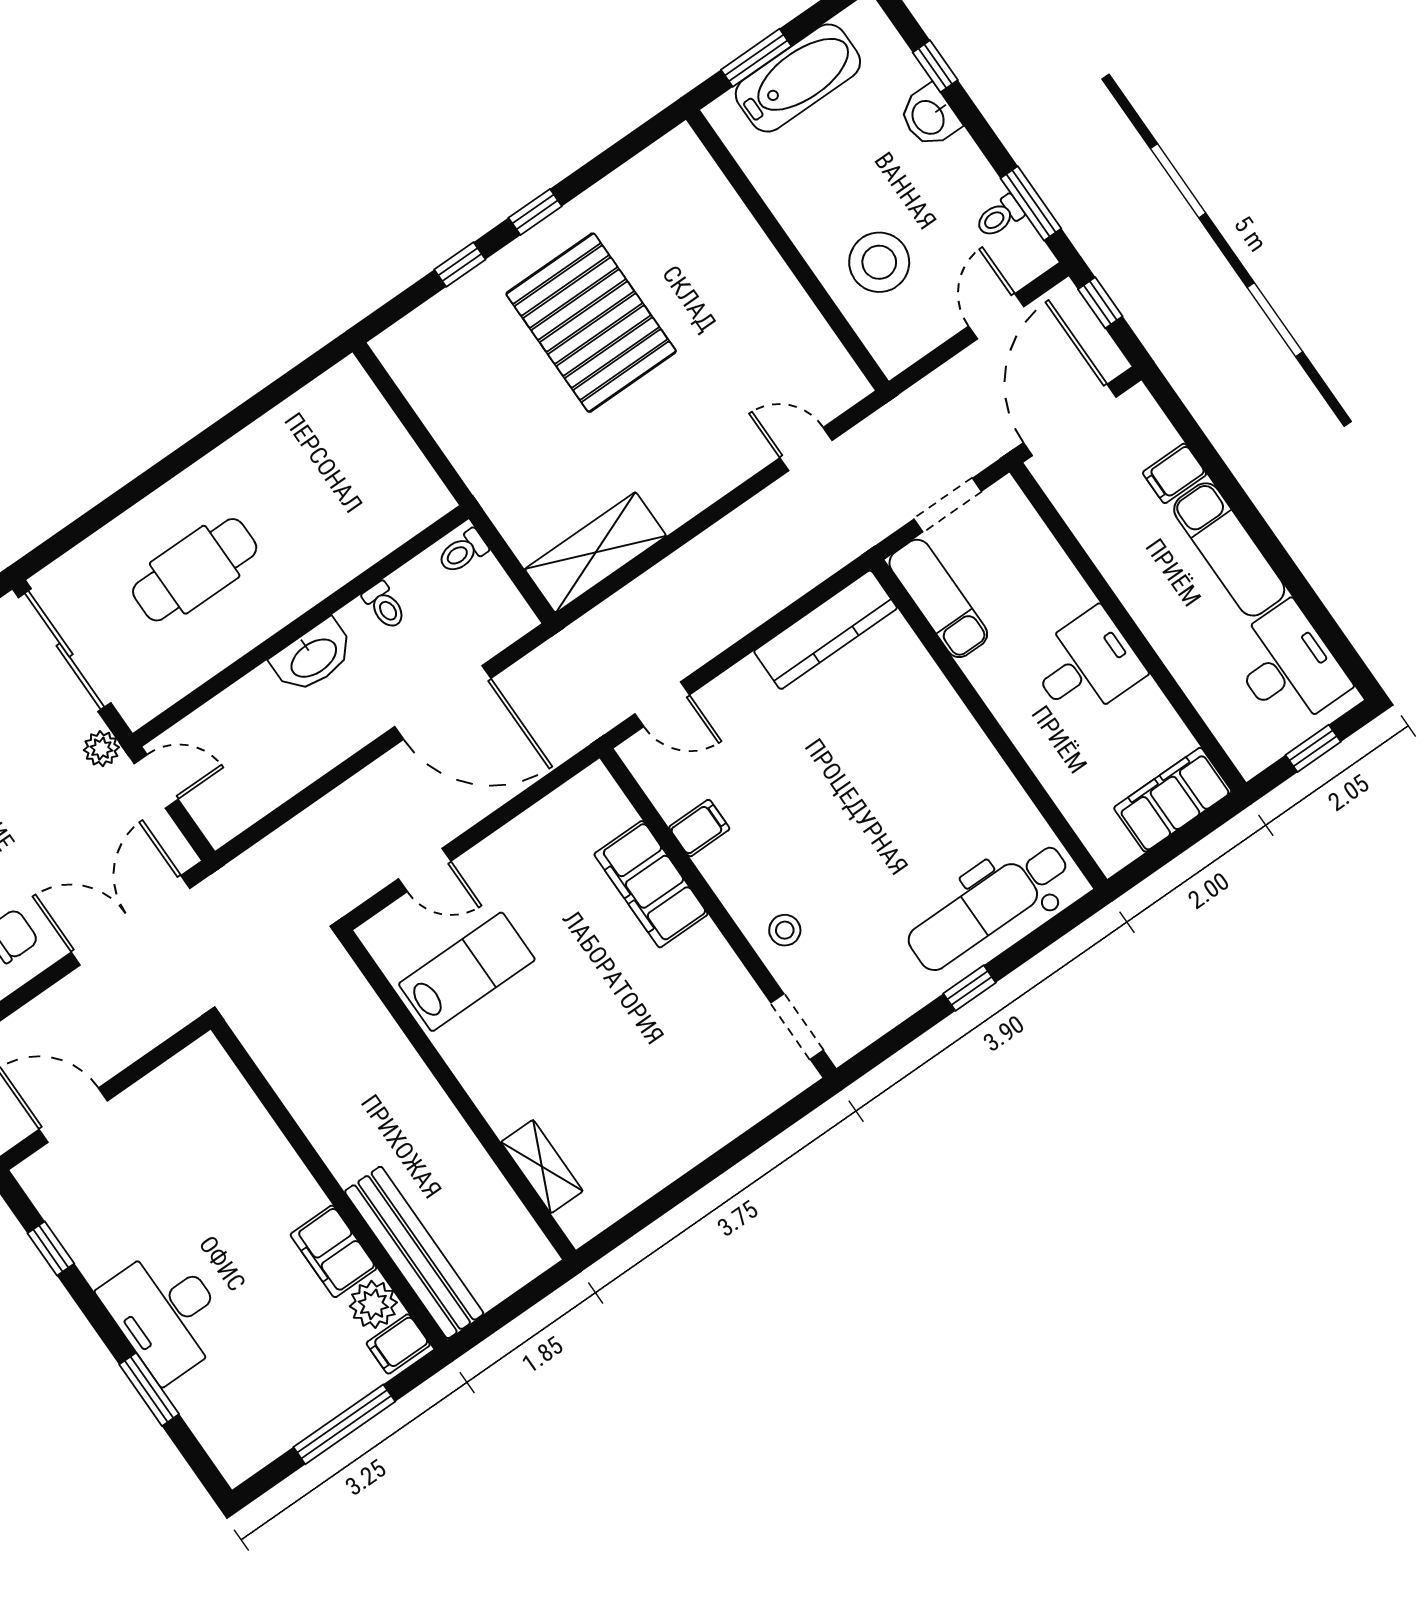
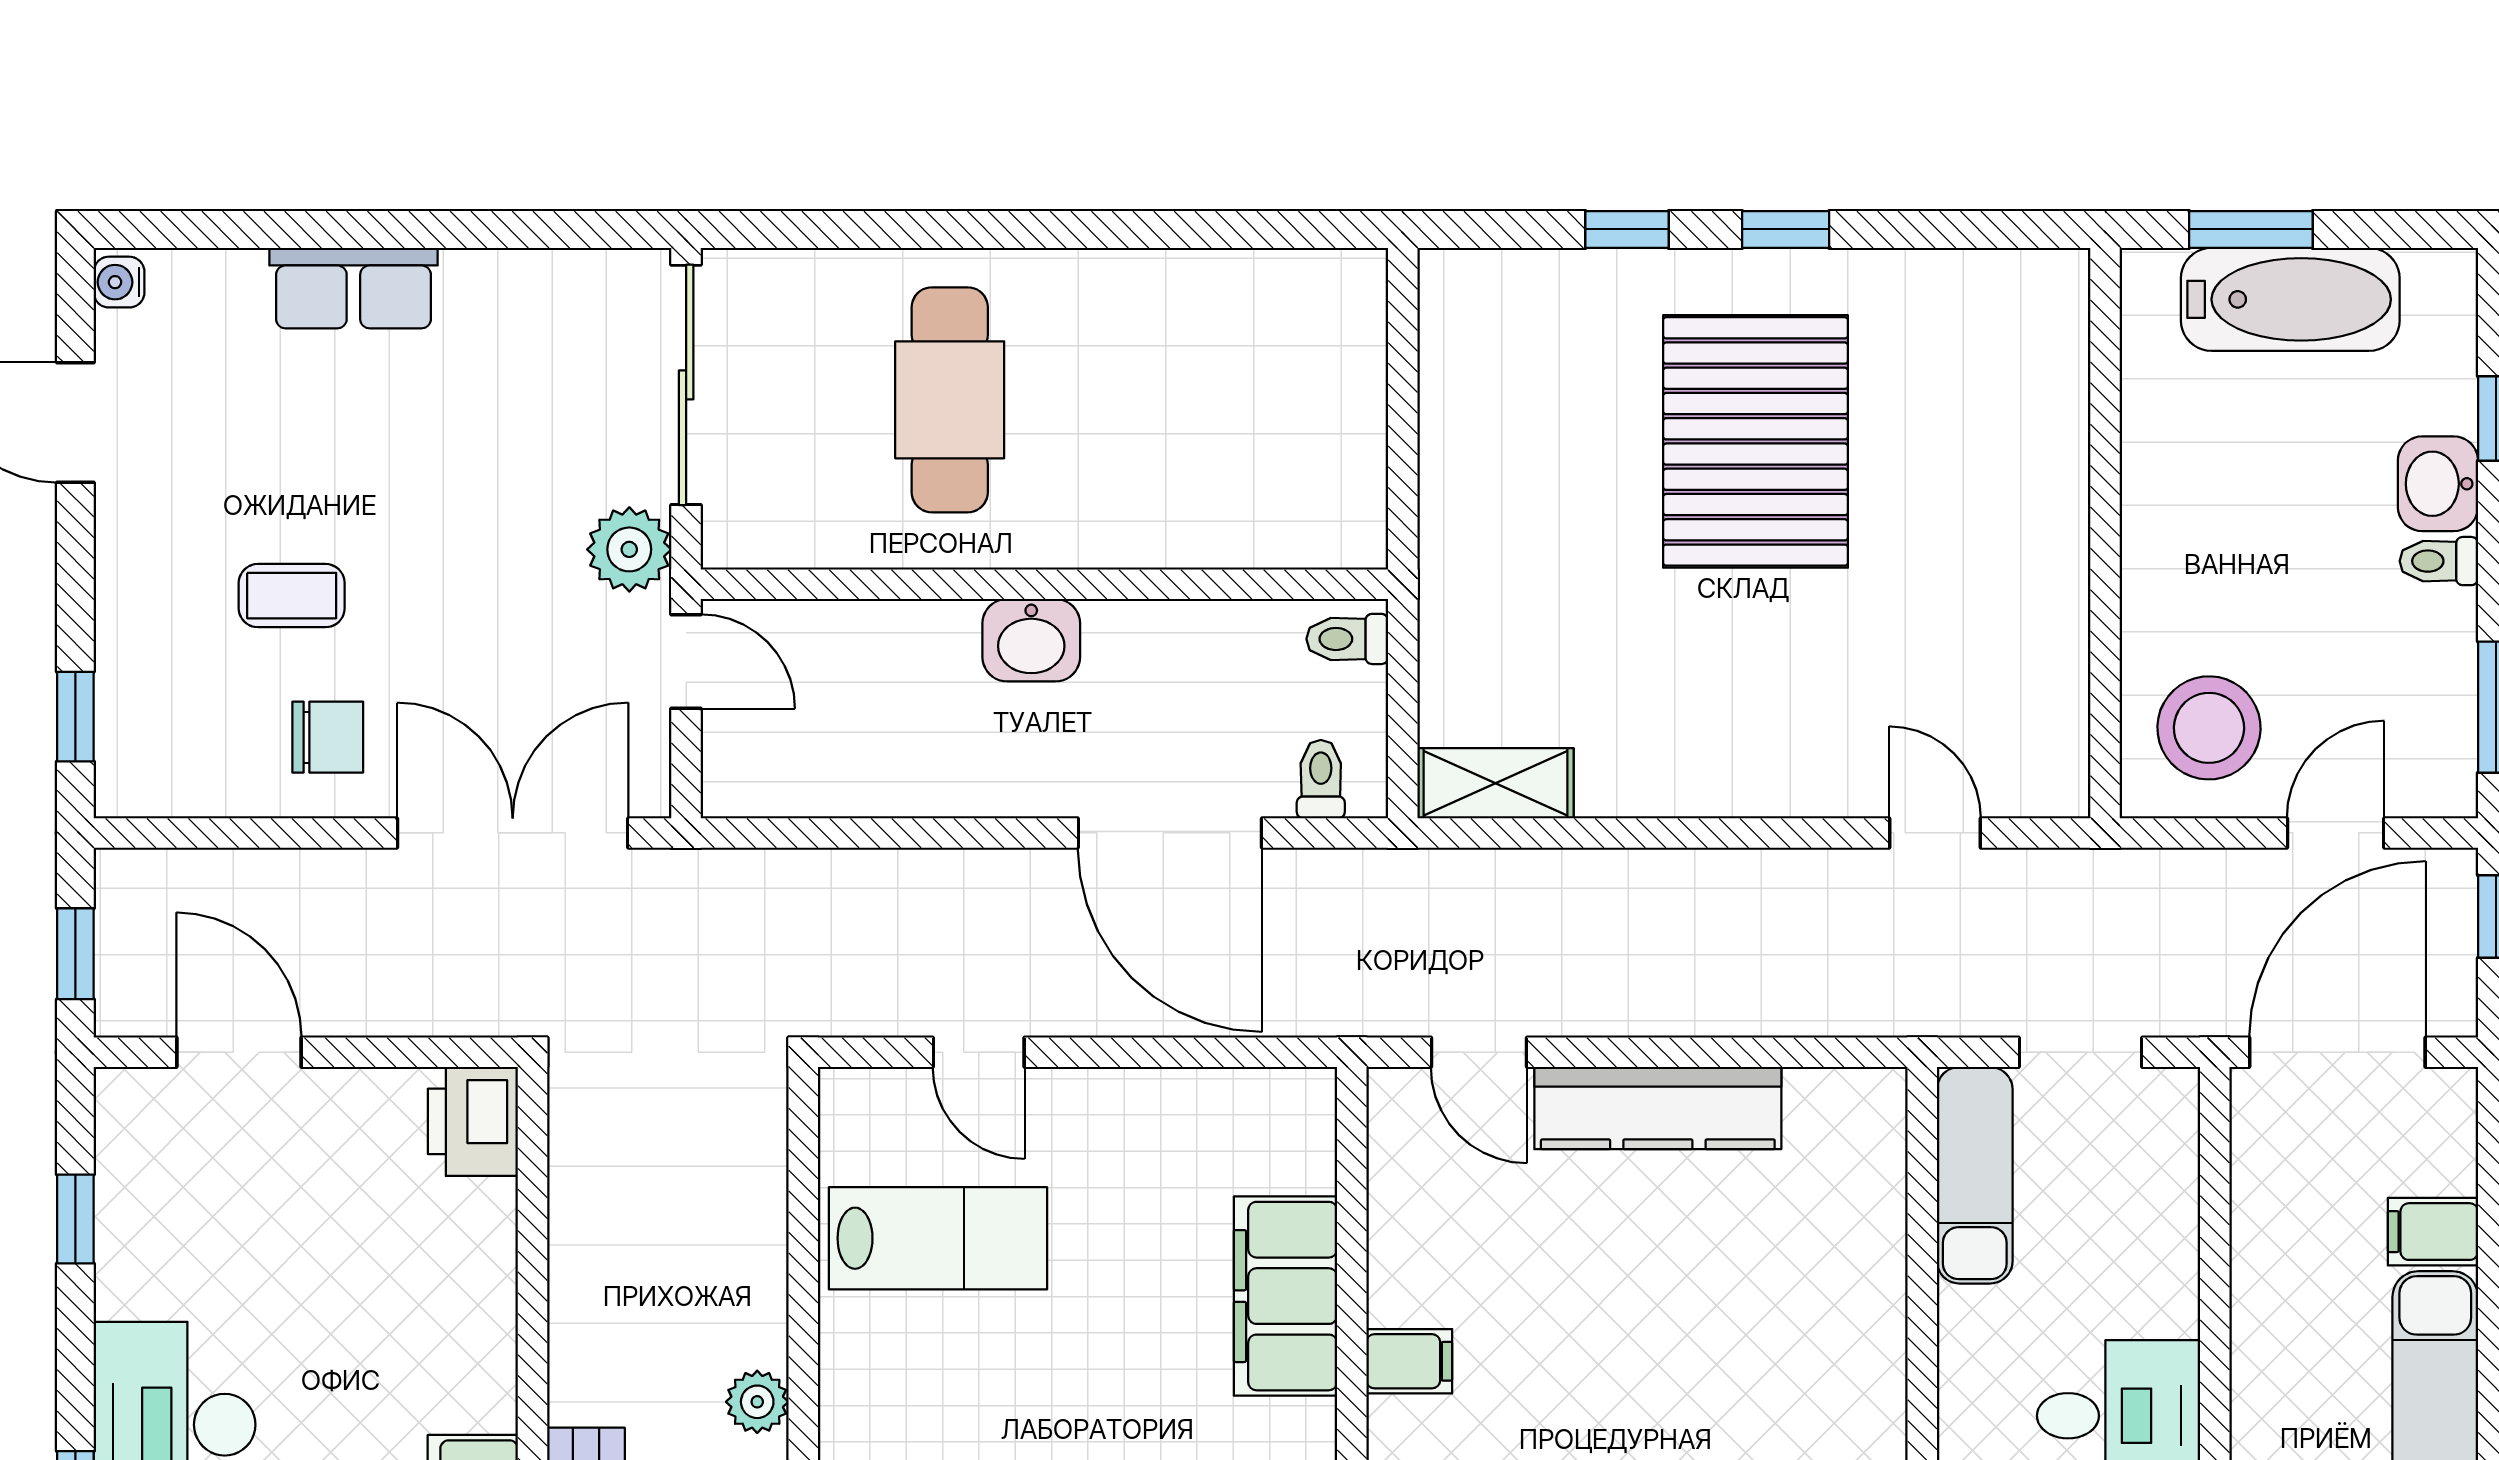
toilet: (999, 217) -> (2439, 561), moved
stool: (879, 262) -> (2209, 728), moved
shelving: (595, 553) -> (1496, 783), width x0.67, depth x0.75
cafe table: (195, 570) -> (950, 400), turned 90
toilet: (384, 606) -> (1321, 779), moved, turned 180
kitchen counter: (826, 630) -> (1658, 1108), moved
washbasin: (313, 657) -> (1031, 640), width x0.72
plant: (101, 749) -> (629, 549), width x1.38, depth x1.38
filing cabinet: (699, 828) -> (1409, 1361), moved
printer: (207, 1070) -> (473, 1121), added
plant: (435, 1109) -> (757, 1402), added

